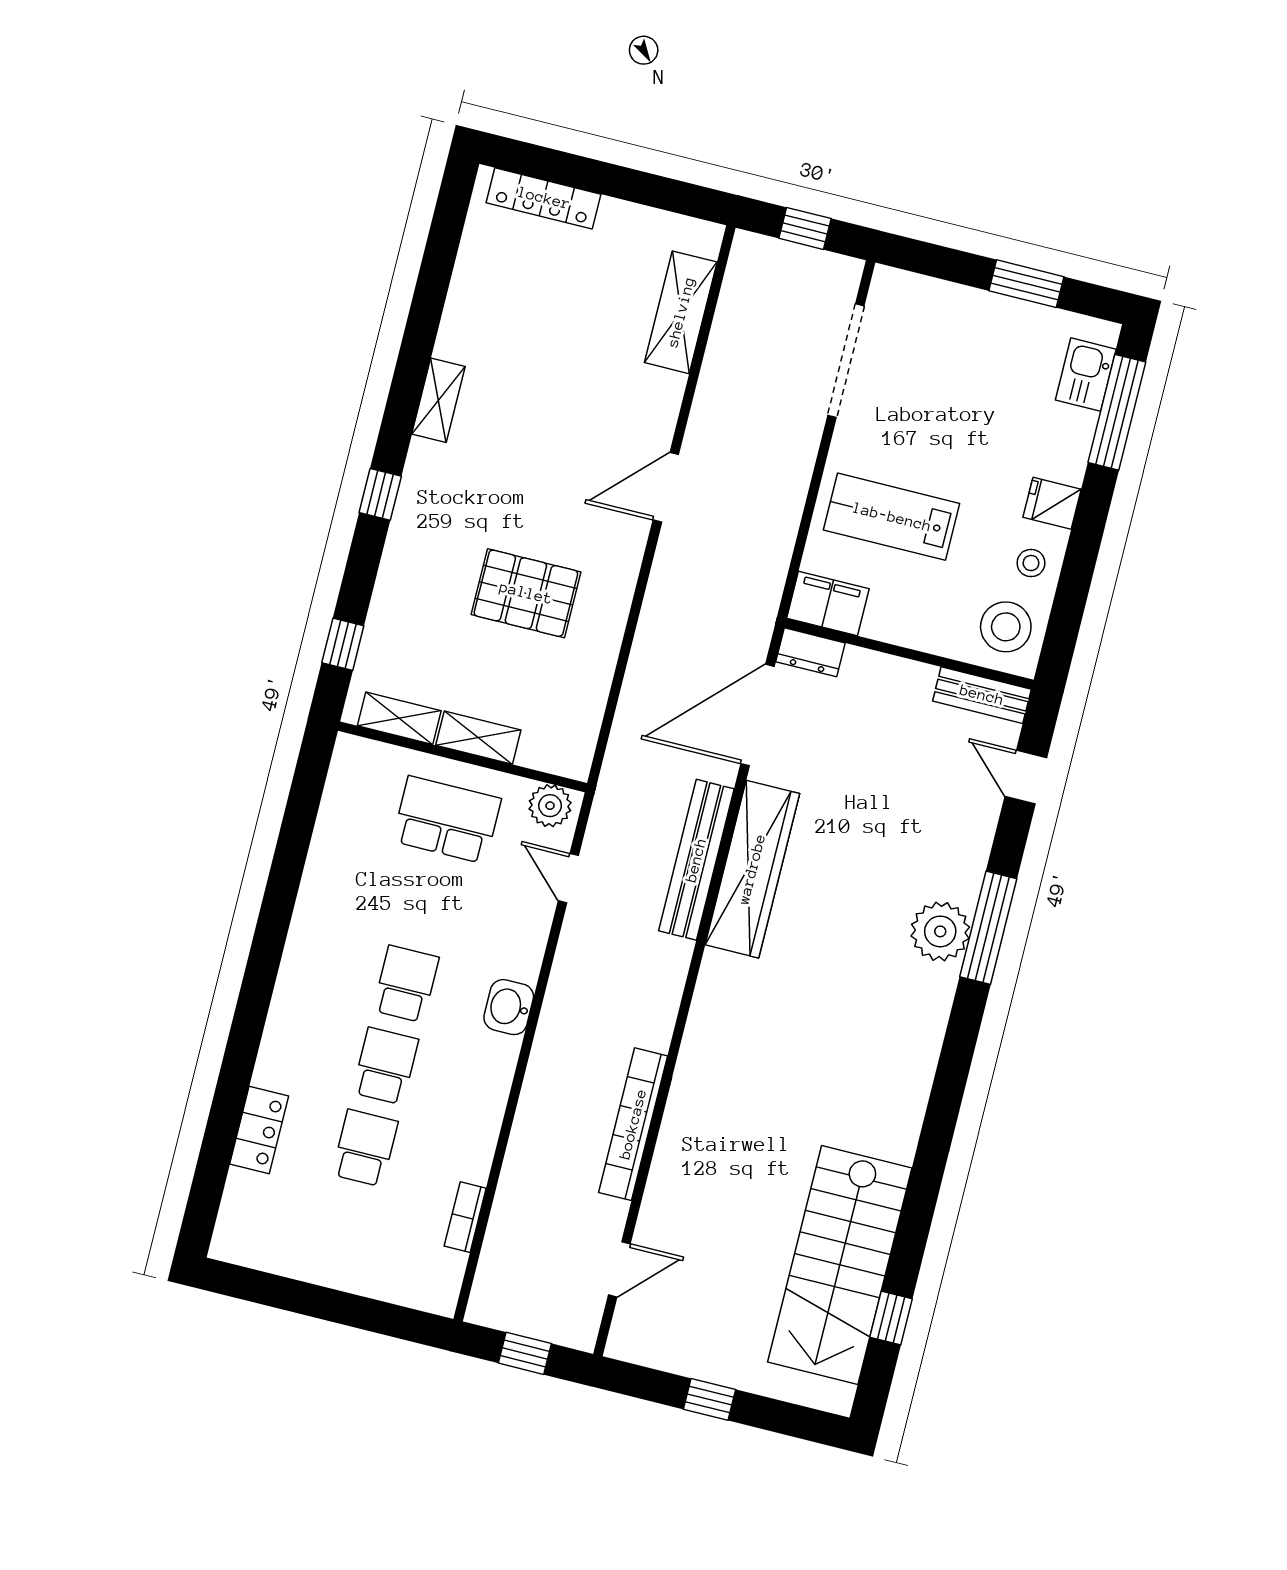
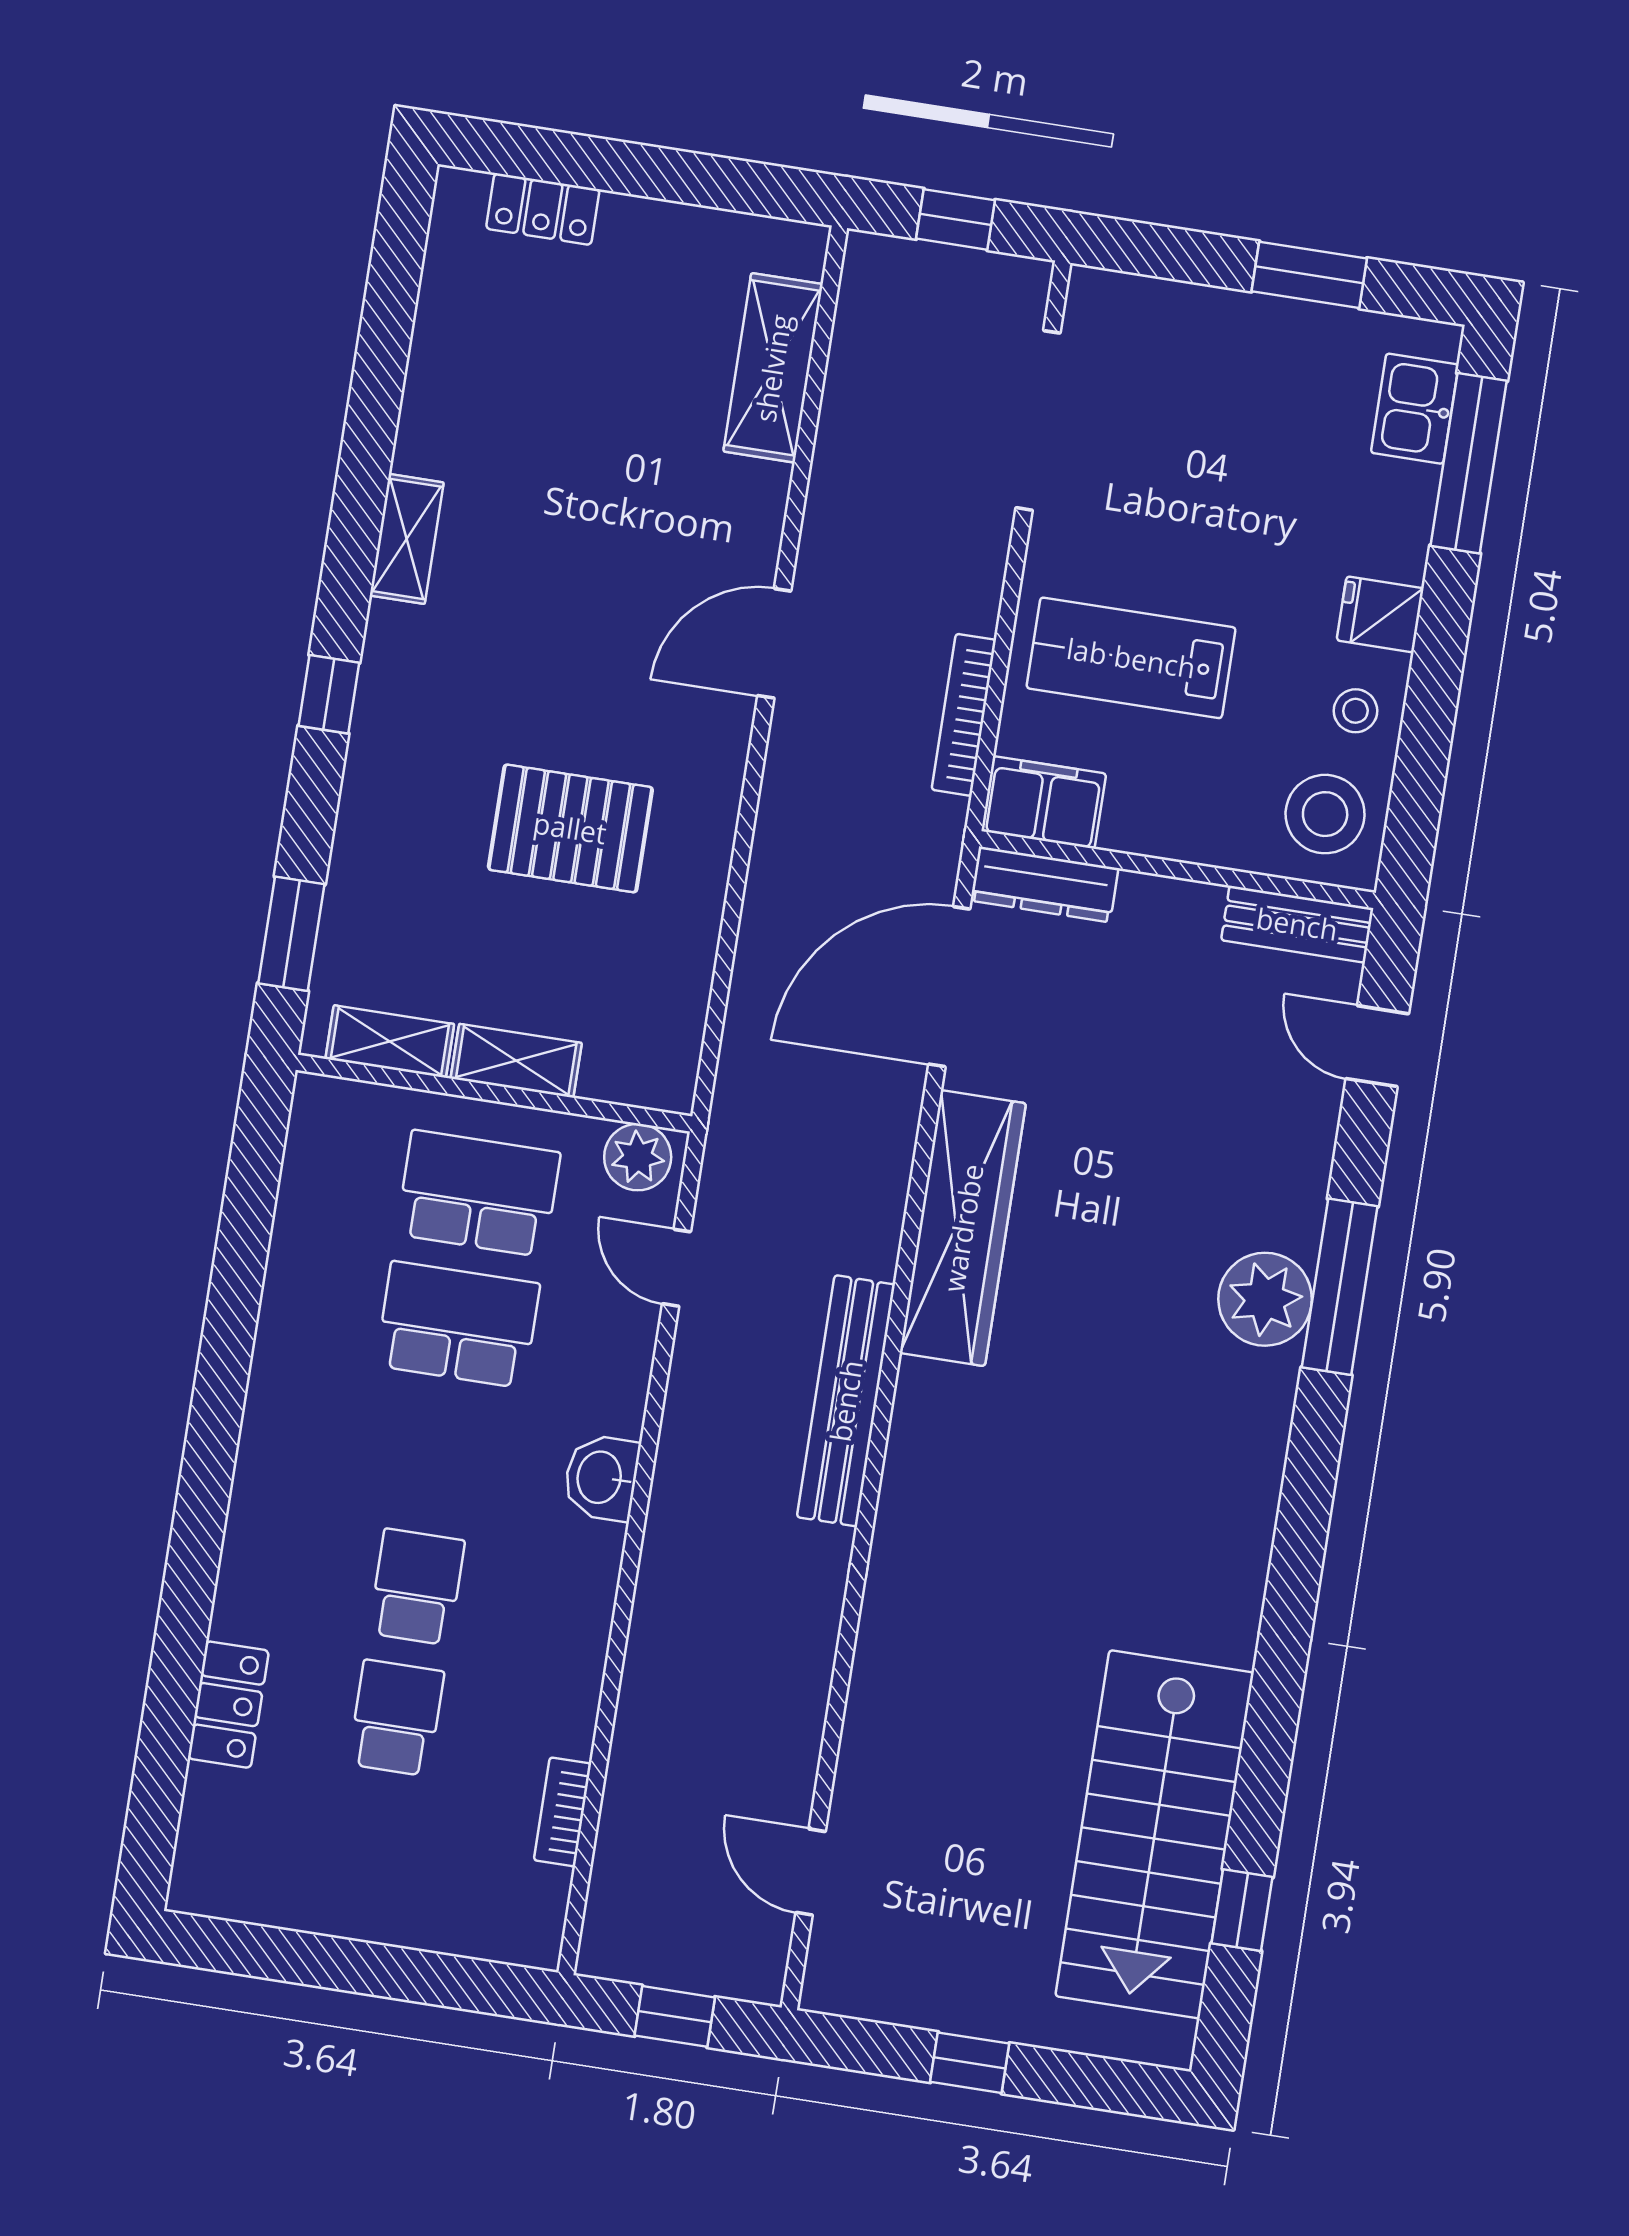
locker: (544, 198) -> (543, 209), width x0.66
window: (343, 644) -> (291, 934), width x1.50
dresser: (810, 652) -> (1044, 884), width x1.44
bench: (696, 860) -> (846, 1401), moved
school desk: (406, 984) -> (458, 1325), moved, width x1.85
bookcase: (633, 1124) -> (964, 715), moved, width x0.68, depth x0.76
door: (619, 1269) -> (811, 1872), swing flipped

